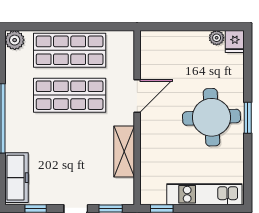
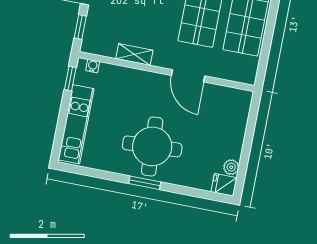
shelving: (124, 151) -> (134, 54), width x0.67, depth x0.75
water cooler: (146, 189) -> (93, 66), added

